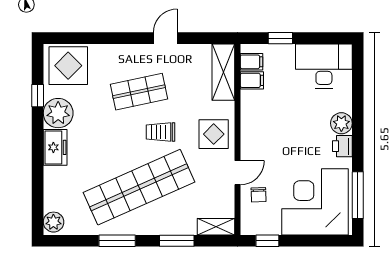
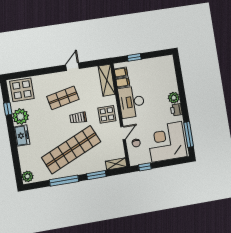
desk: (324, 66) -> (132, 102), moved, turned -90
window: (117, 241) -> (64, 181), width x1.44

